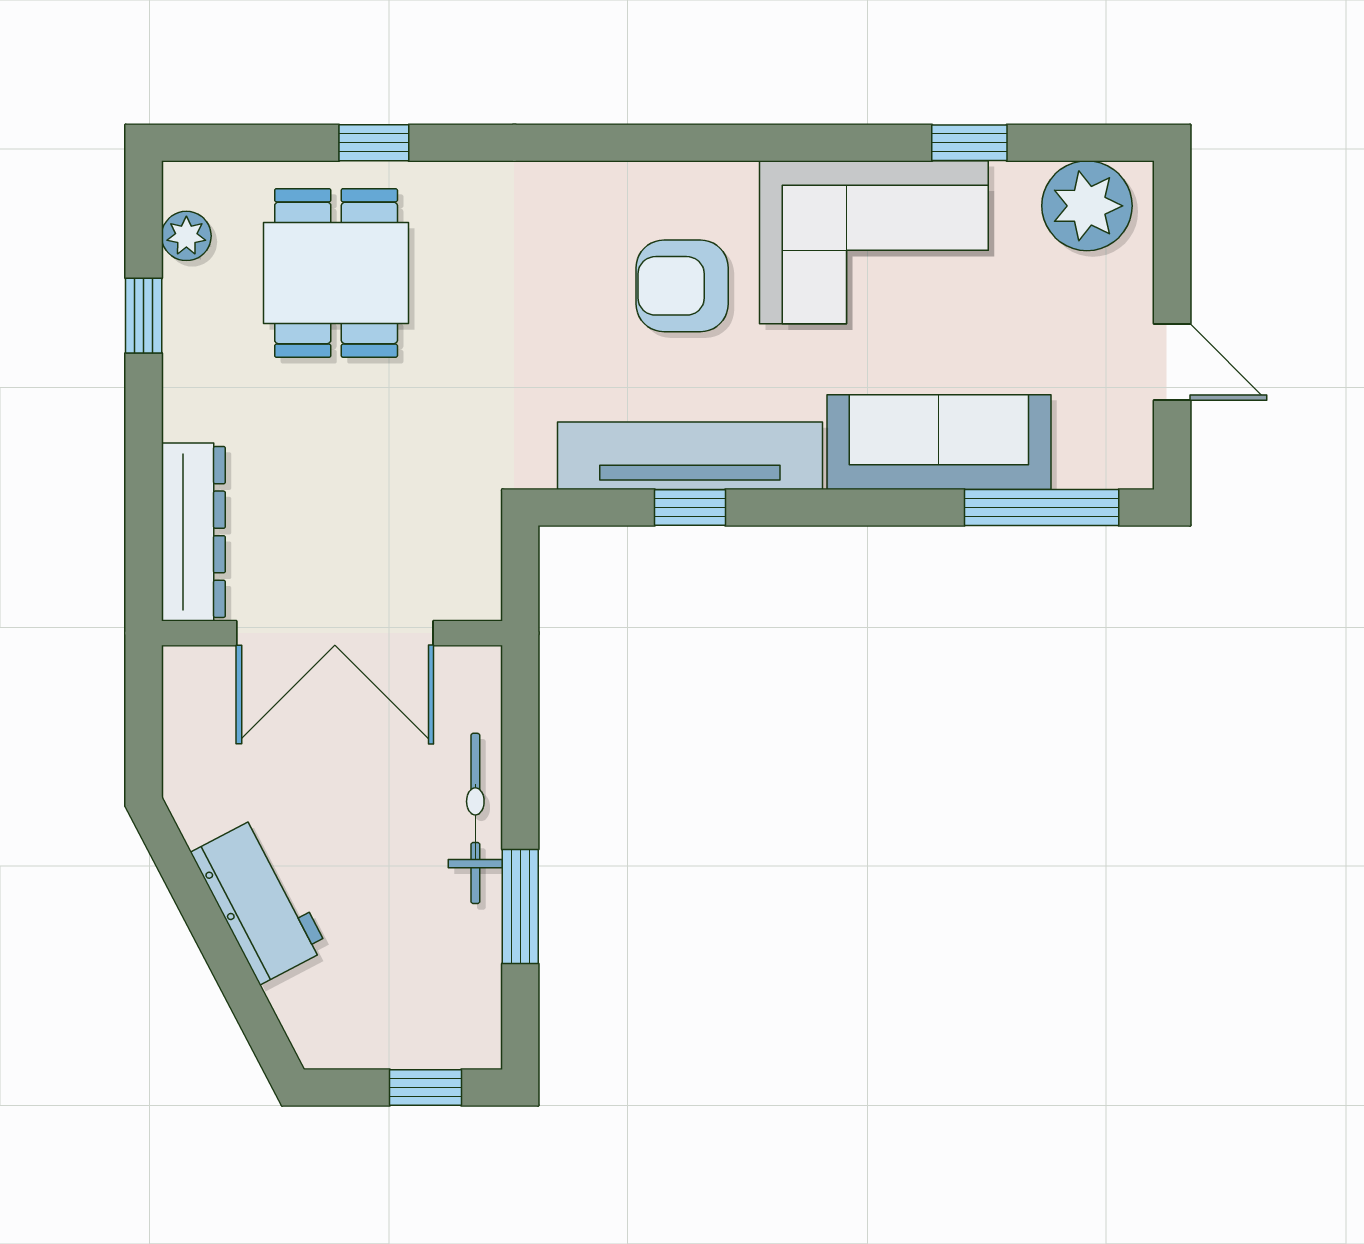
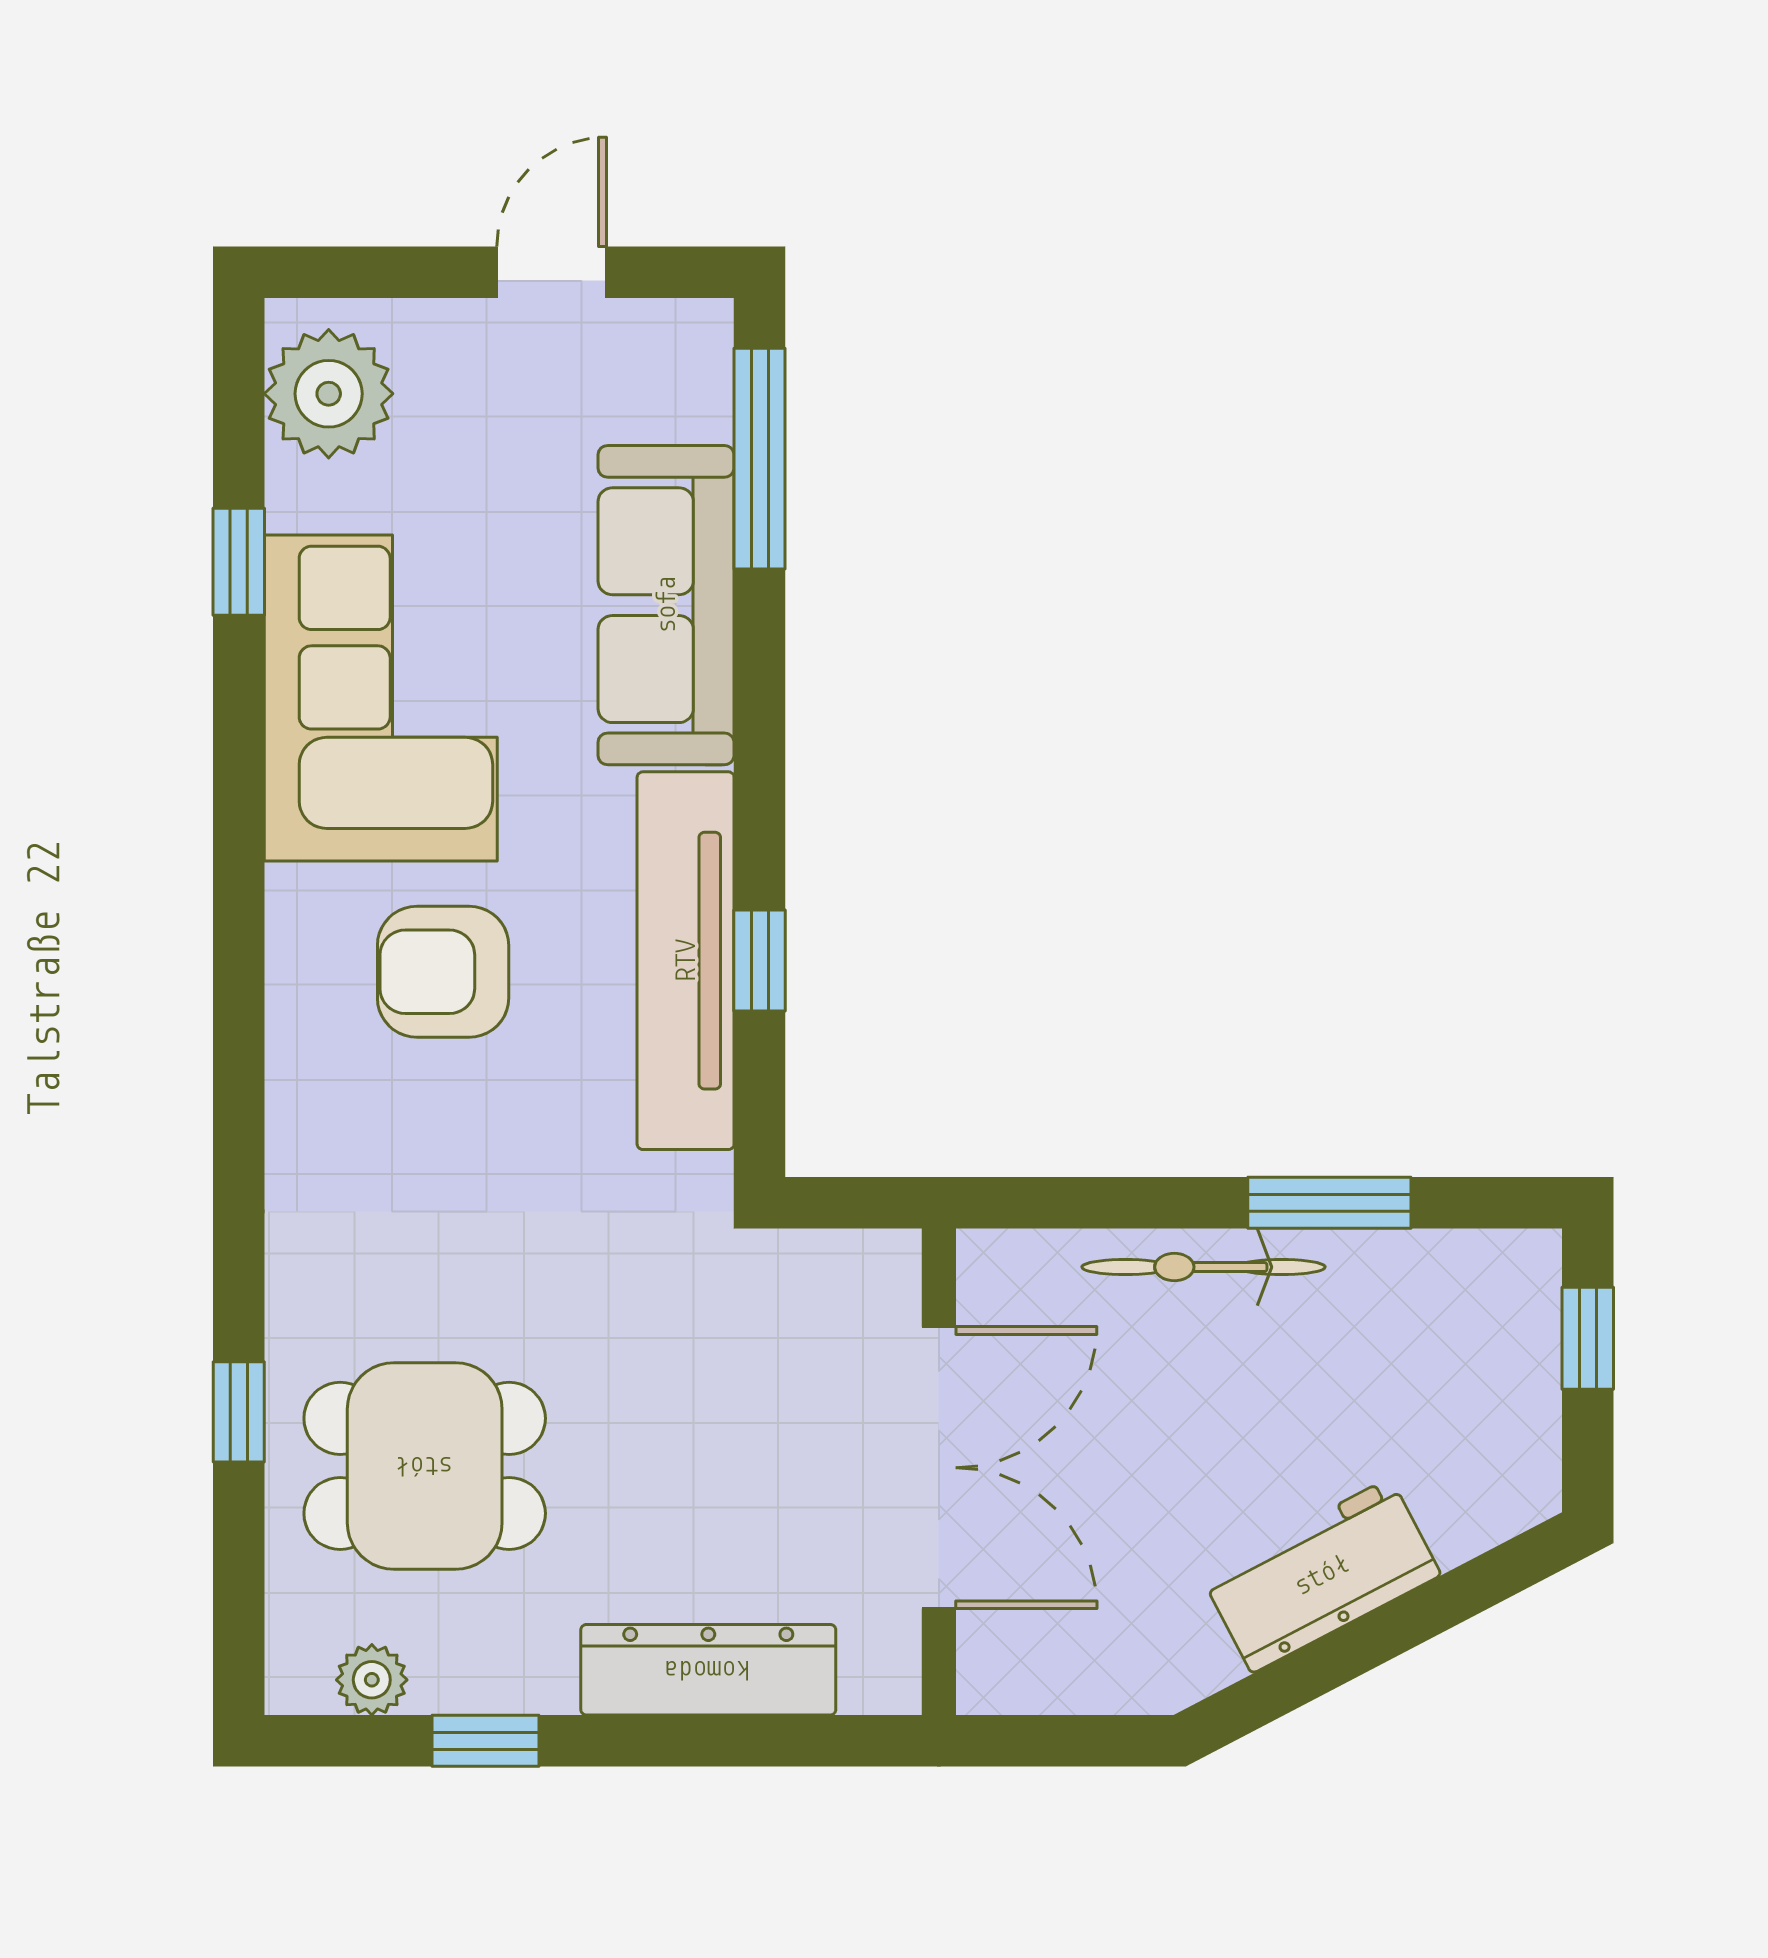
armchair: (682, 286) -> (443, 972), turned 90
dresser: (193, 532) -> (708, 1670), moved

